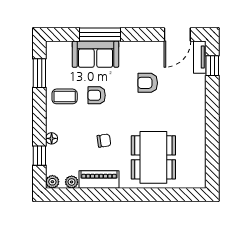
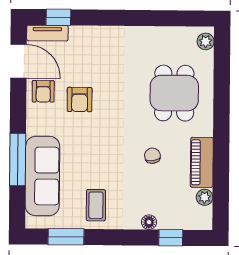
sofa: (95, 54) -> (42, 176), width x1.36
armchair: (97, 95) -> (43, 91), moved
dining table: (153, 157) -> (174, 93), width x0.73
plant: (52, 182) -> (206, 41), moved

